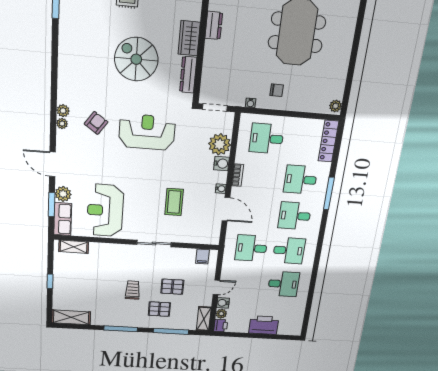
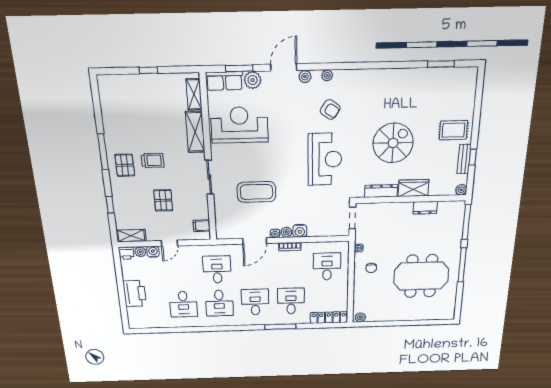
plant: (63, 111) -> (305, 77), moved
plant: (220, 144) -> (286, 232), moved, width x0.53, depth x0.53
coffee table: (174, 202) -> (256, 192), width x1.36, depth x1.32
door: (216, 287) -> (169, 243), hinge flipped
pallet: (159, 309) -> (125, 165), moved
shelving: (71, 317) -> (195, 132), moved
window: (171, 331) -> (110, 205), width x0.46

